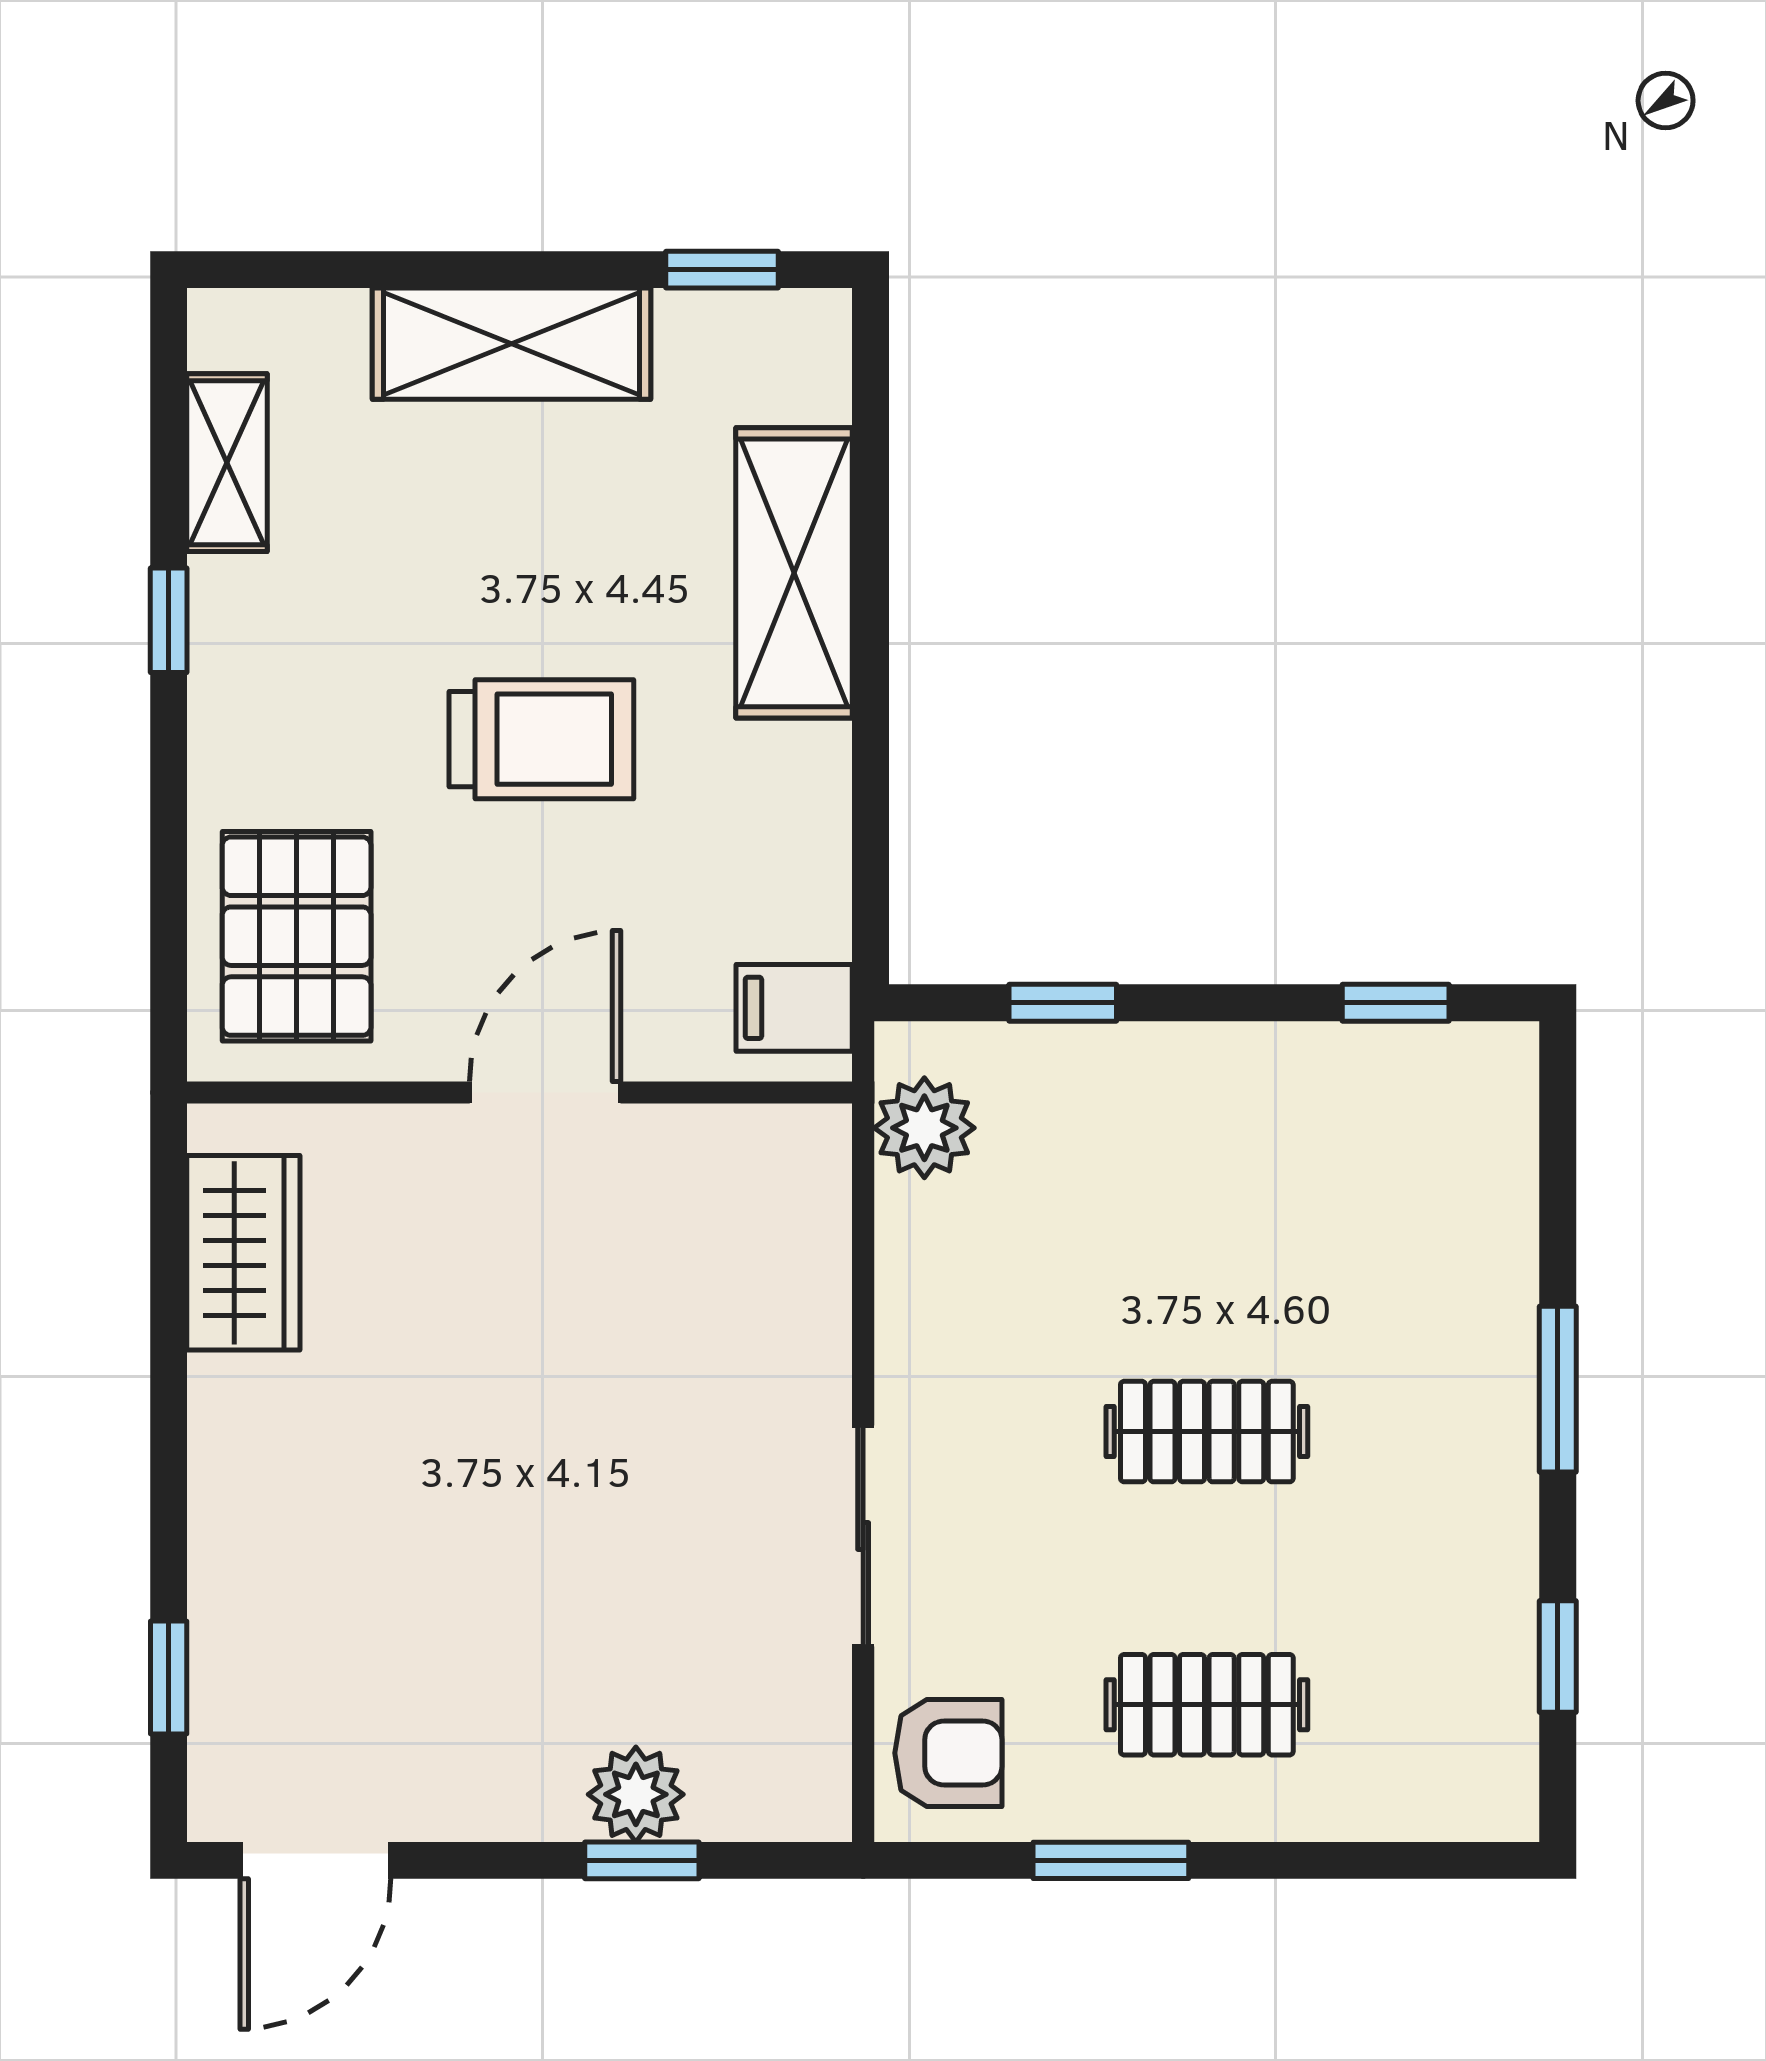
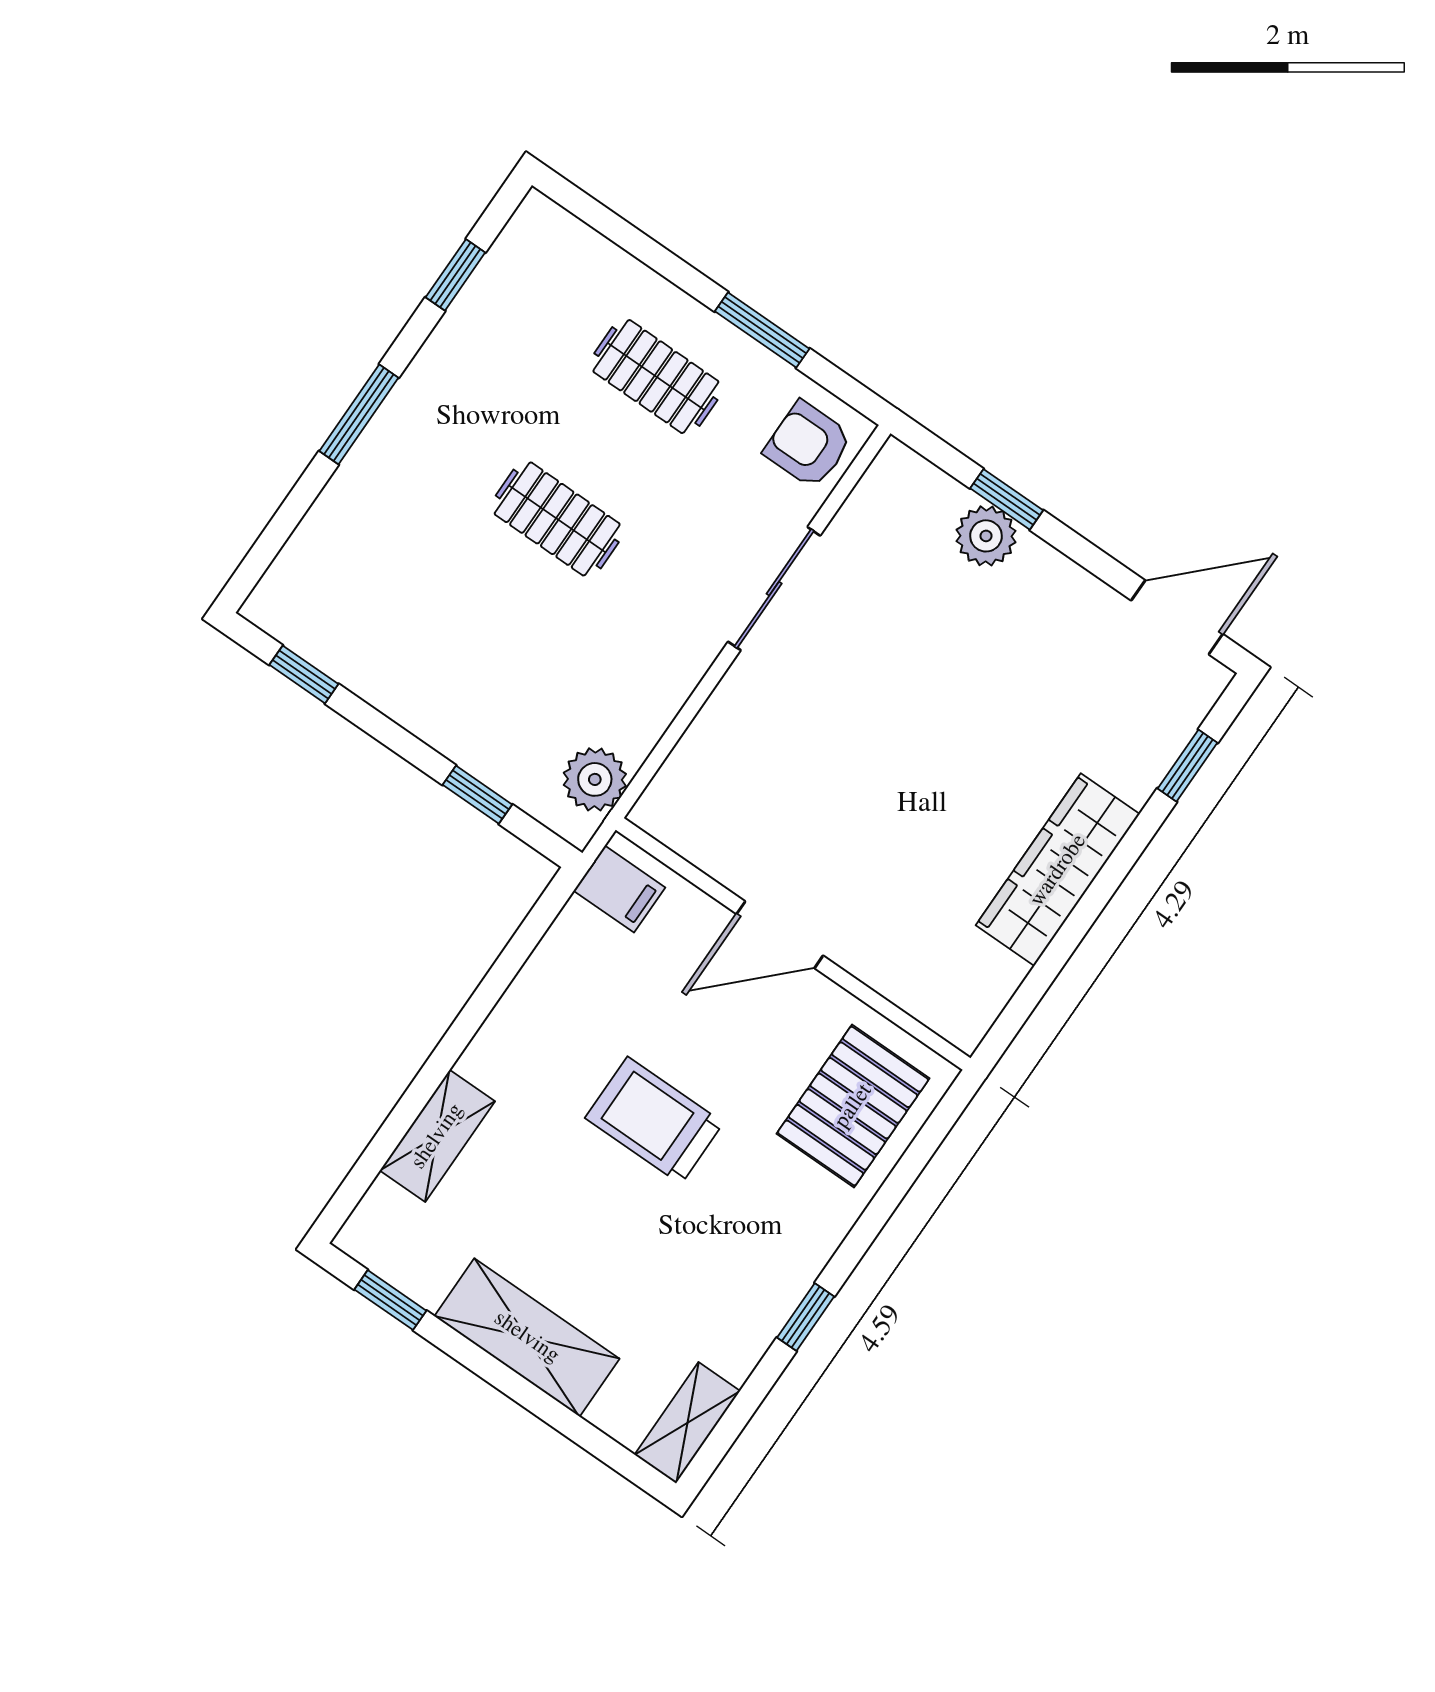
shelving: (227, 463) -> (687, 1423), moved
shelving: (794, 573) -> (437, 1136), width x0.67, depth x0.75
wardrobe: (243, 1253) -> (1058, 870), moved, width x1.50

